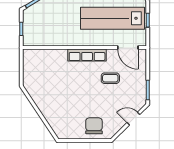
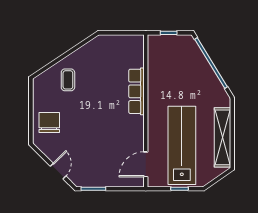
row of seats: (87, 55) -> (136, 91), moved
coffee table: (110, 78) -> (68, 80), moved
chair: (94, 126) -> (49, 123), turned -90

